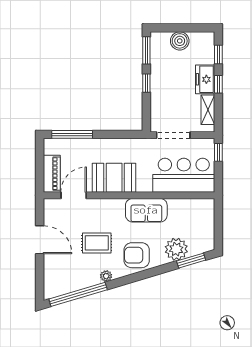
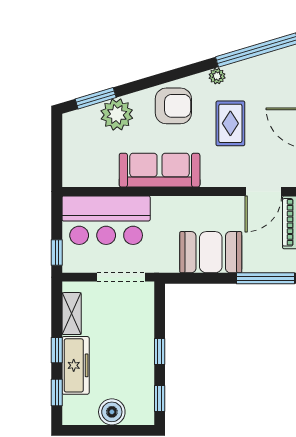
window: (146, 50) -> (160, 399), width x0.67
freezer: (205, 79) -> (76, 365), width x1.40
booth: (114, 178) -> (211, 252), moved
sofa: (146, 210) -> (160, 170), width x1.36
rug: (97, 243) -> (230, 123), turned 90

